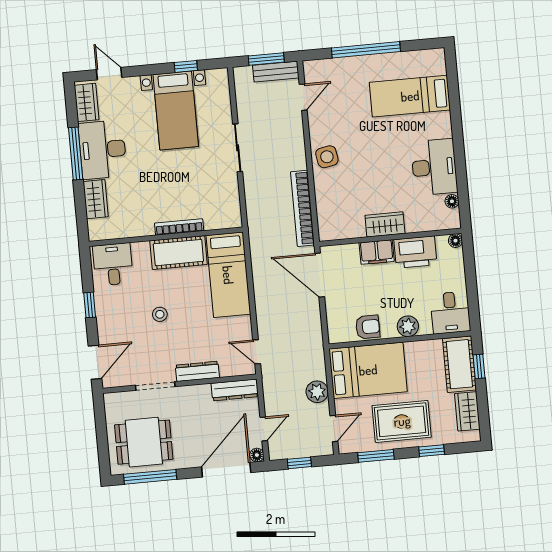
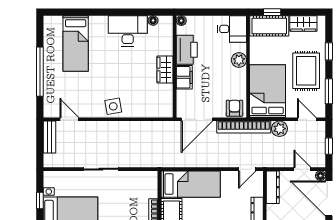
window: (266, 59) -> (40, 143), removed
bookcase: (303, 208) -> (244, 127), moved
armchair: (368, 327) -> (234, 108), moved

